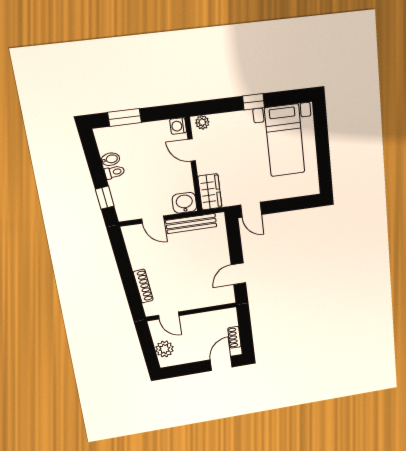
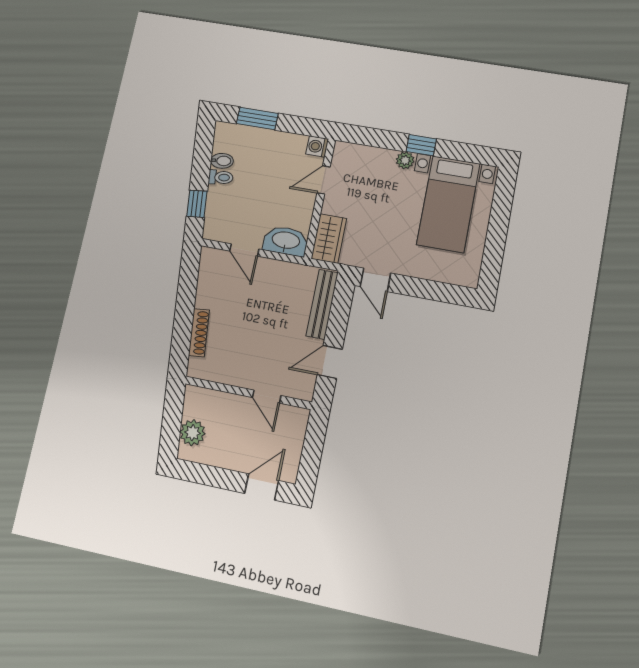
plant: (202, 122) -> (405, 160), moved
door: (192, 150) -> (324, 180), hinge flipped
washbasin: (184, 203) -> (286, 241), width x1.38
bench: (191, 224) -> (322, 304), moved, turned 90
door: (169, 316) -> (267, 397), moved
shoe rack: (234, 337) -> (294, 454), removed

